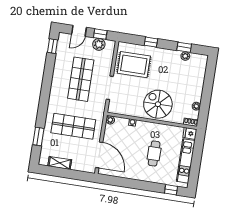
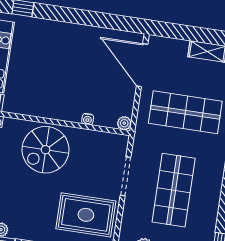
spiral stairs: (158, 104) -> (46, 150), turned 90
cafe table: (154, 154) -> (51, 68), removed

